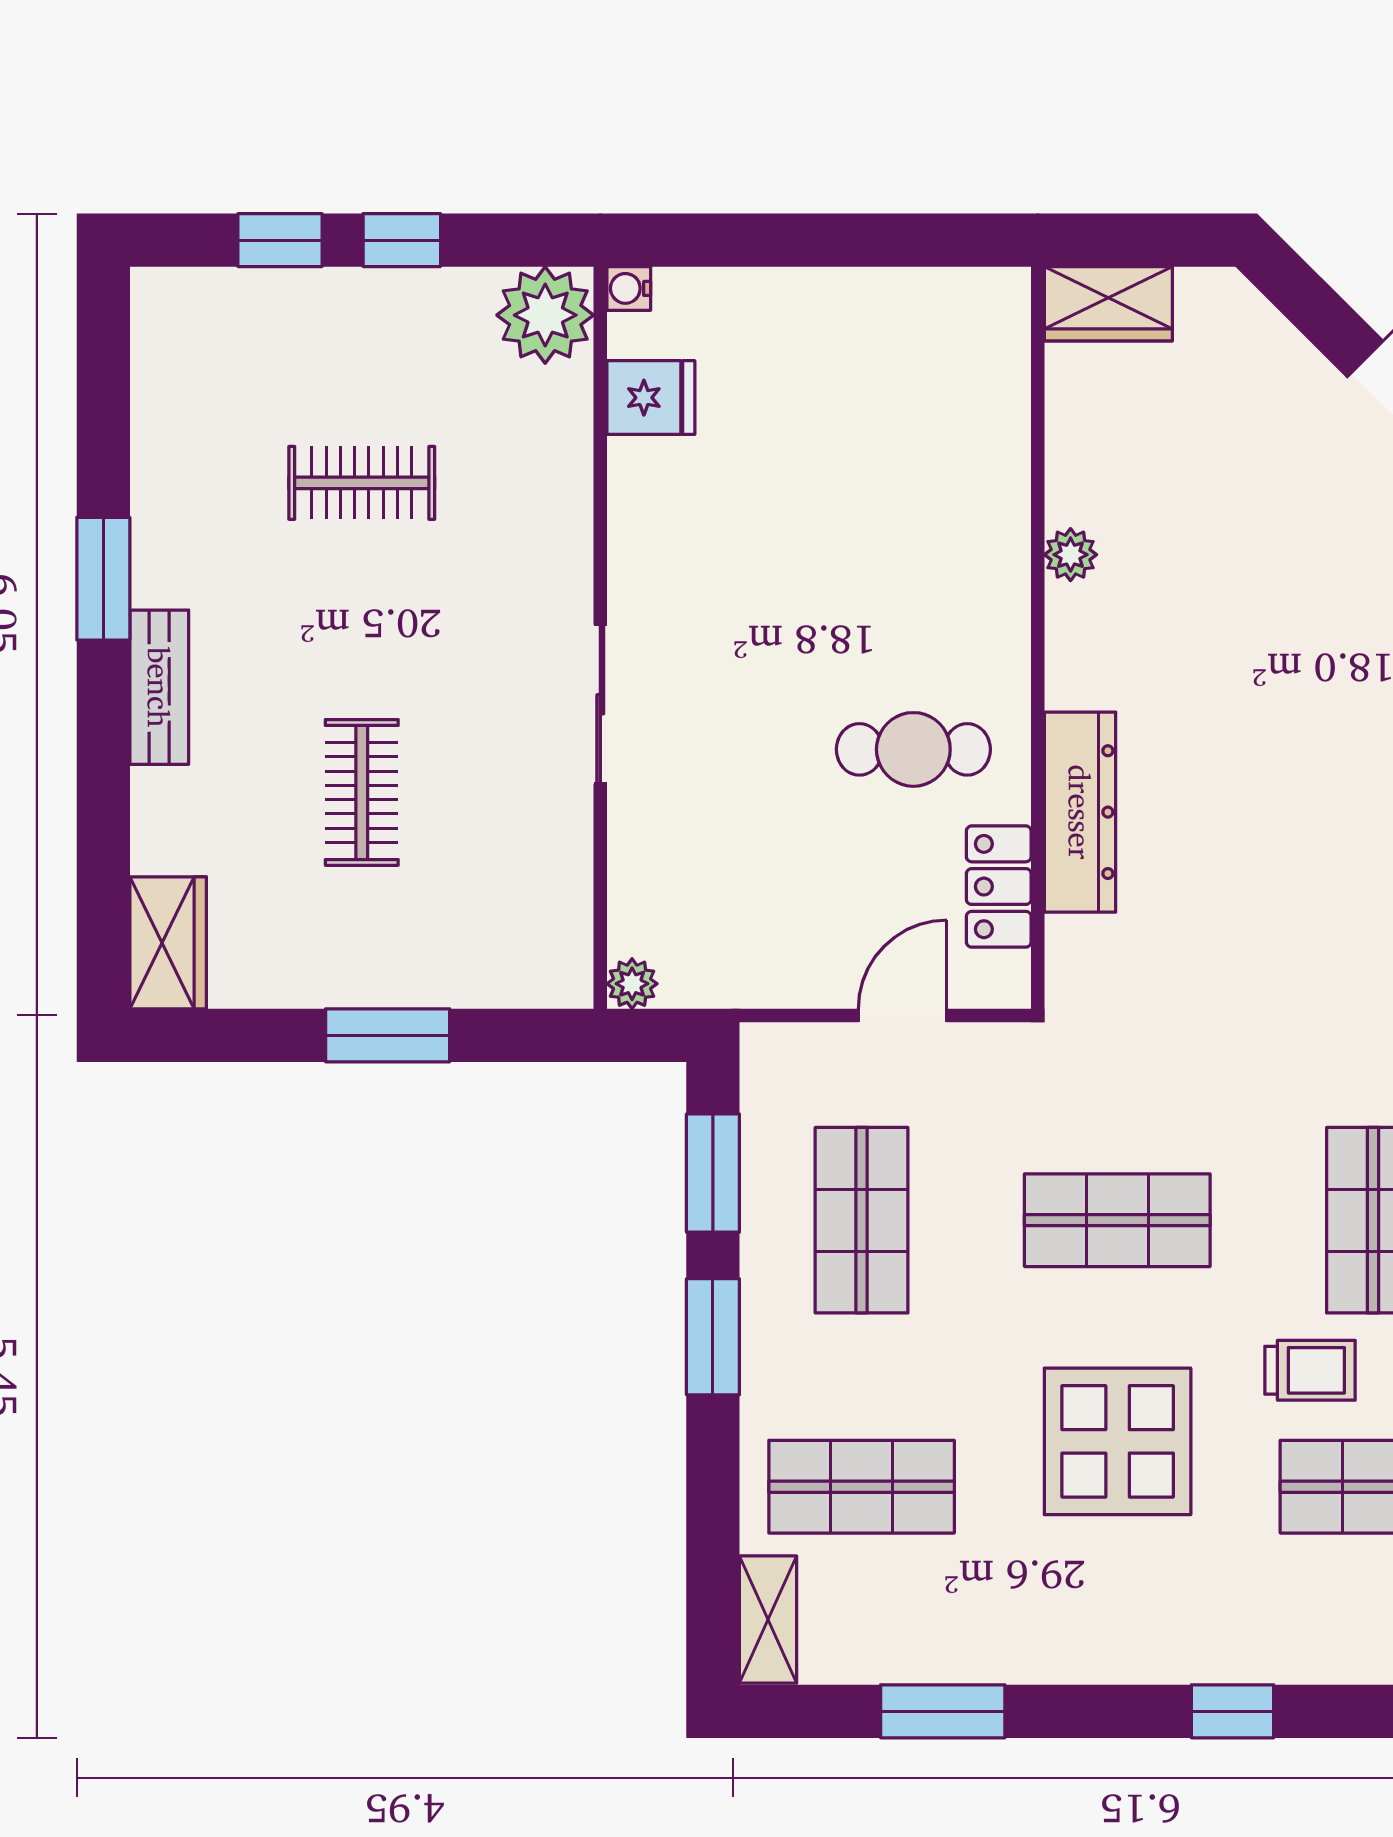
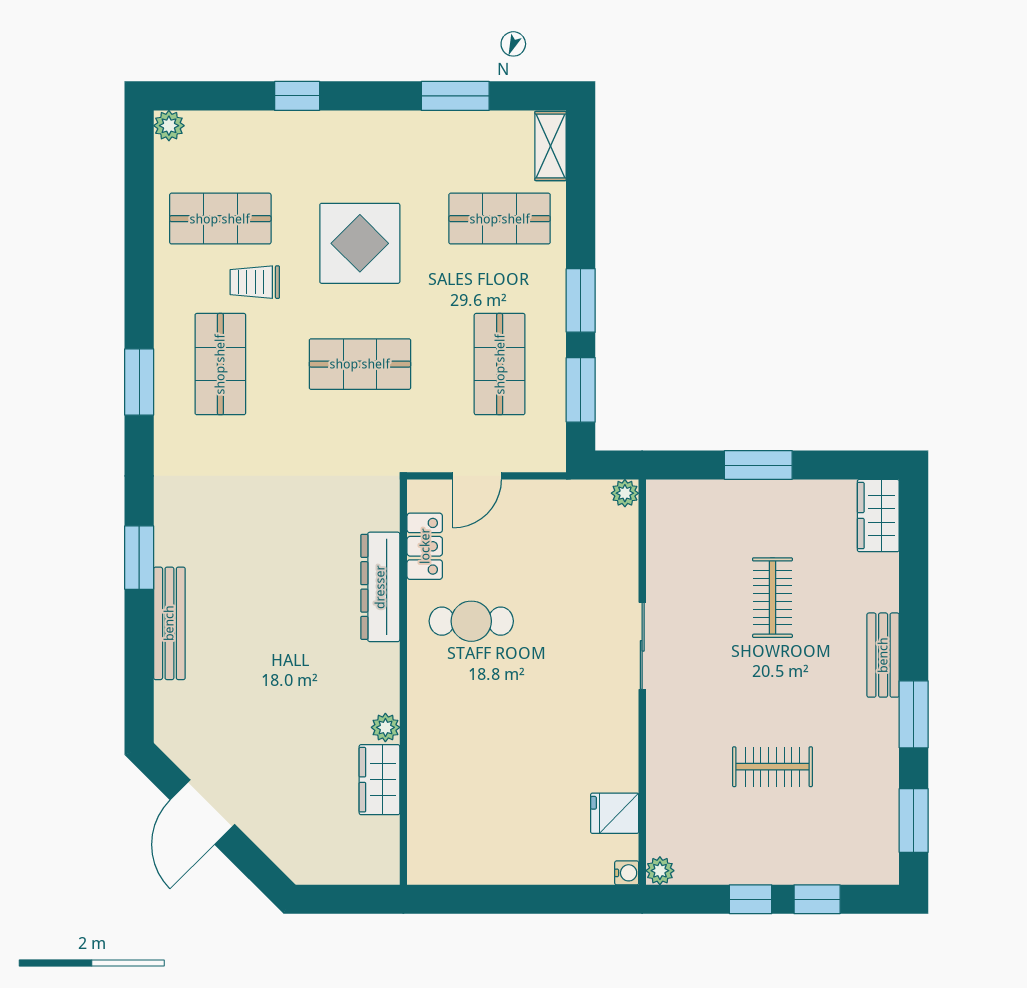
wardrobe: (1108, 304) -> (379, 780), moved, turned -90
plant: (545, 315) -> (660, 871), width x0.53, depth x0.53
window: (103, 384) -> (914, 820), added

